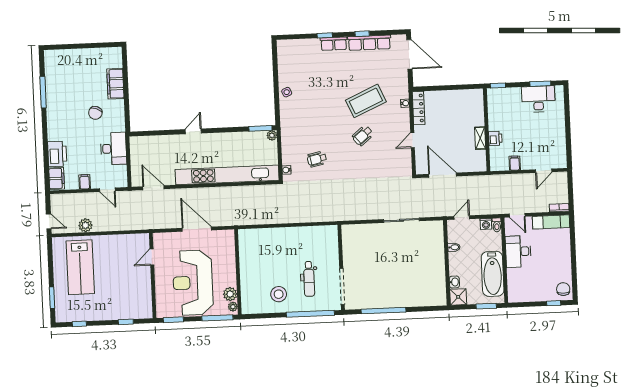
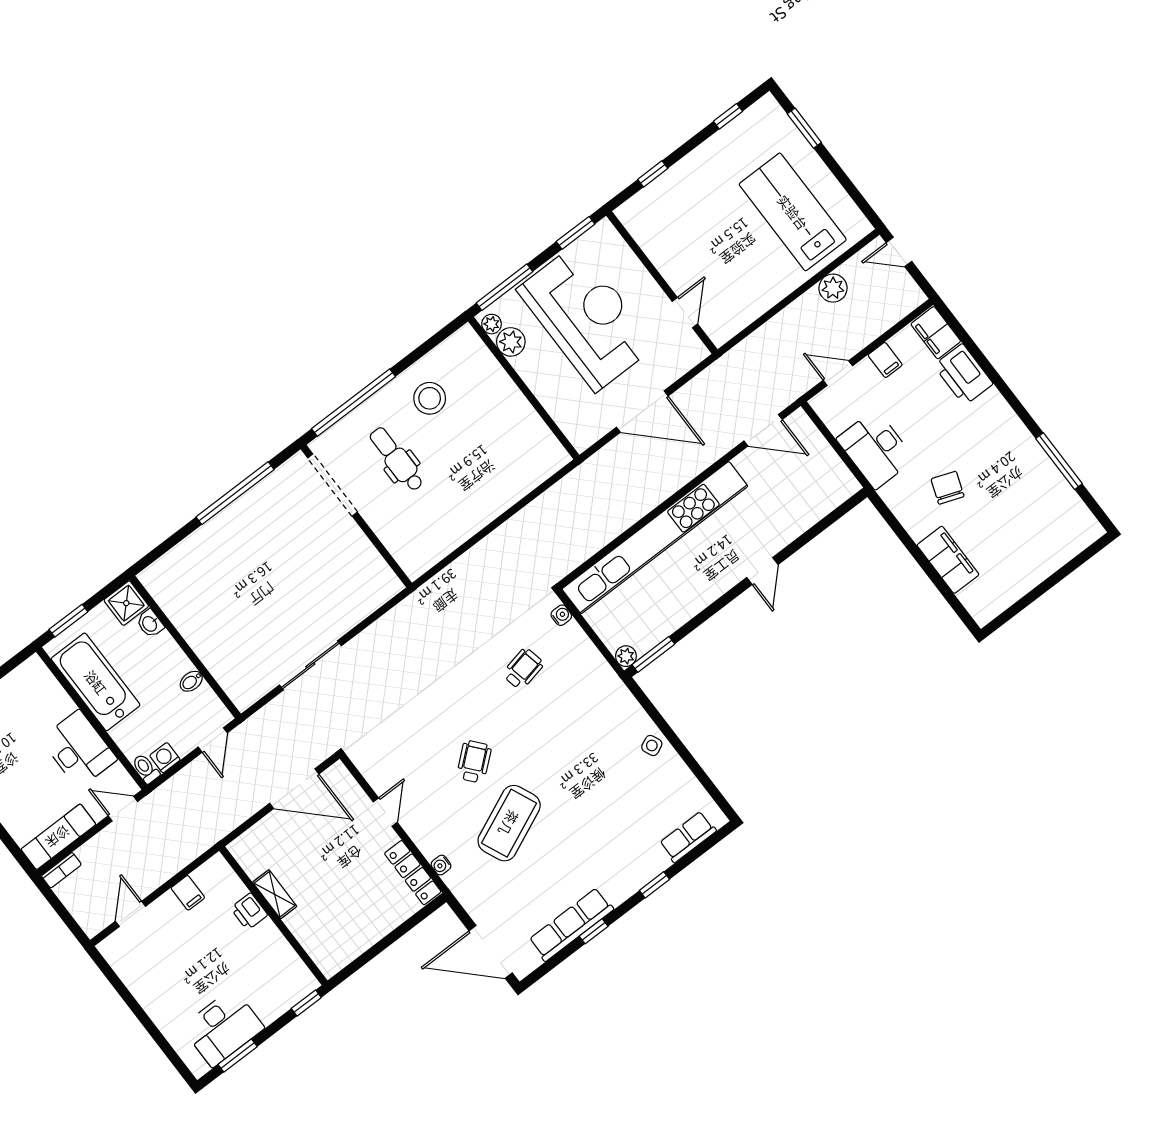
row of seats: (334, 44) -> (688, 837), moved

